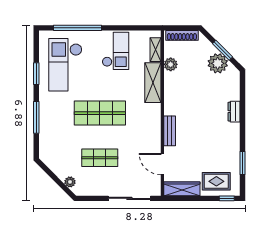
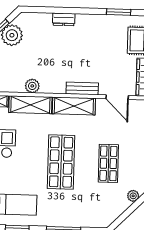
plant: (171, 64) -> (32, 86), moved
shelving: (153, 124) -> (74, 106), added
door: (162, 164) -> (117, 97), hinge flipped

